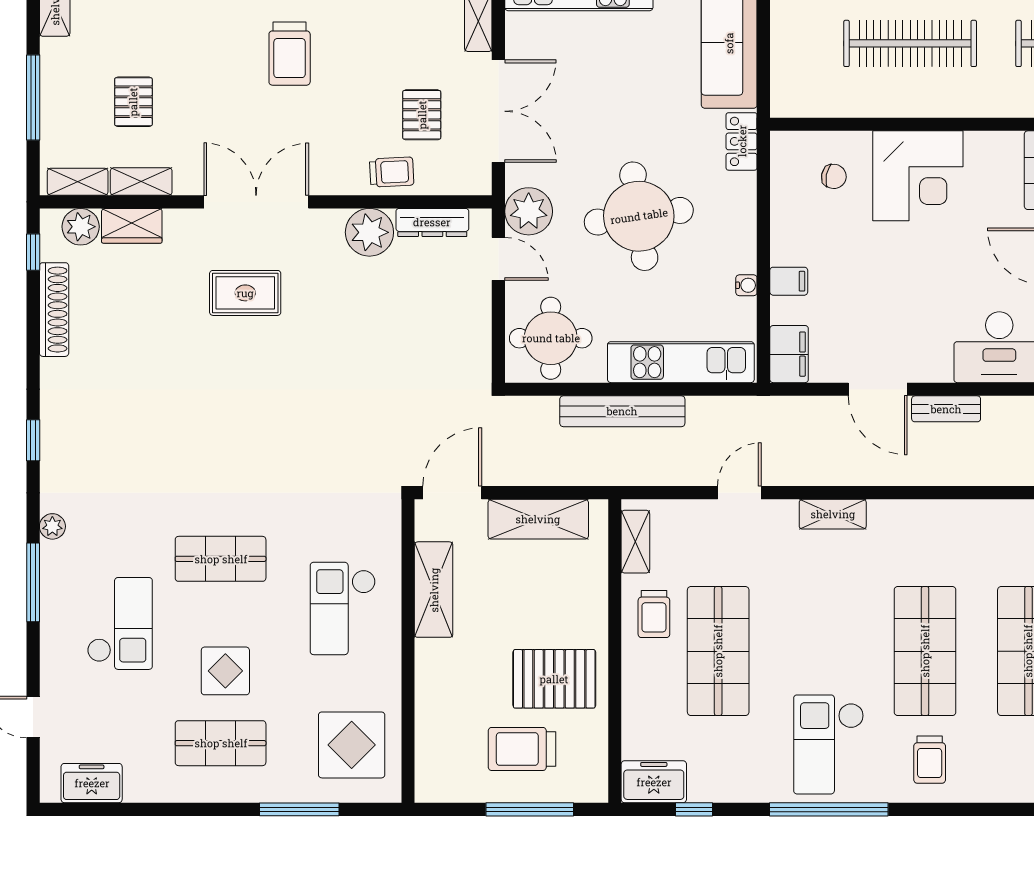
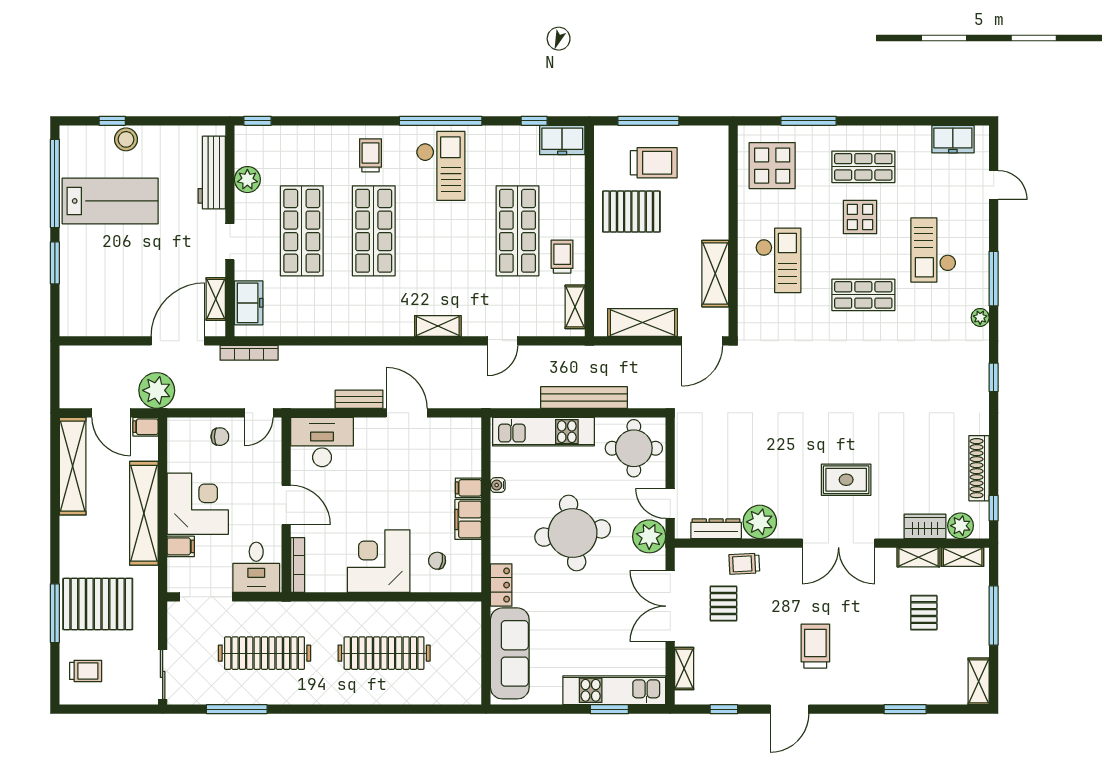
filing cabinet: (789, 354) -> (468, 519), moved

